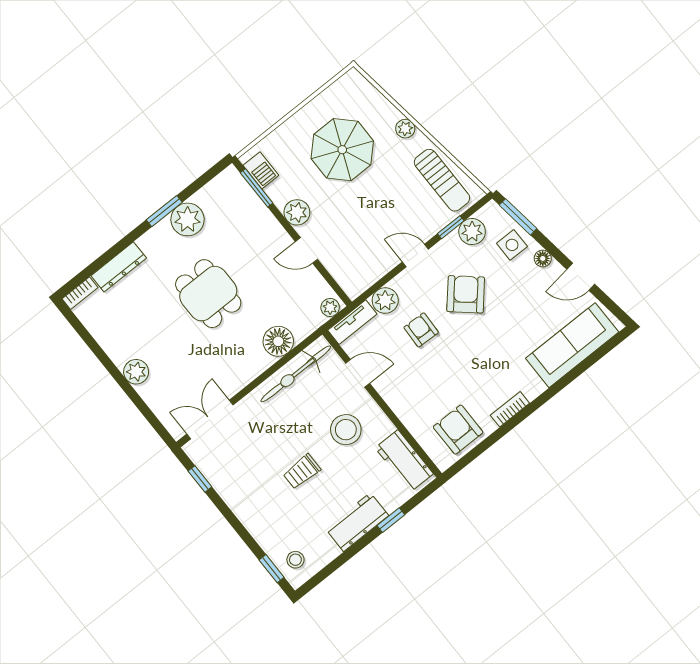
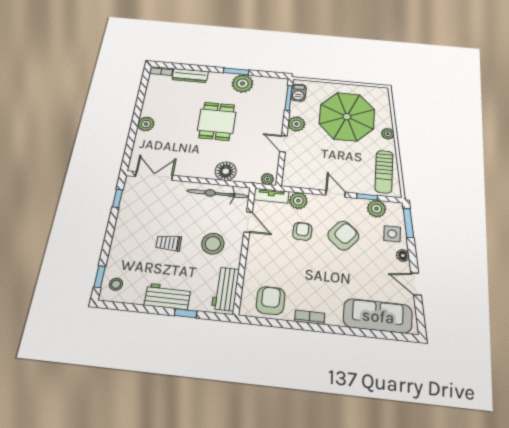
parasol: (342, 150) -> (347, 117), width x1.36, depth x1.36

